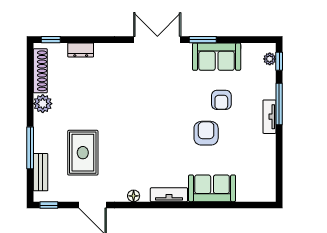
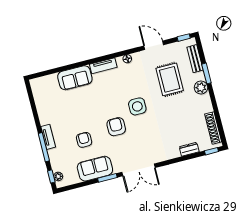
plant: (43, 104) -> (201, 88), moved
side table: (137, 127) -> (137, 106), added
armchair: (206, 133) -> (116, 127), moved, turned 180
window: (30, 148) -> (206, 73), width x0.69

